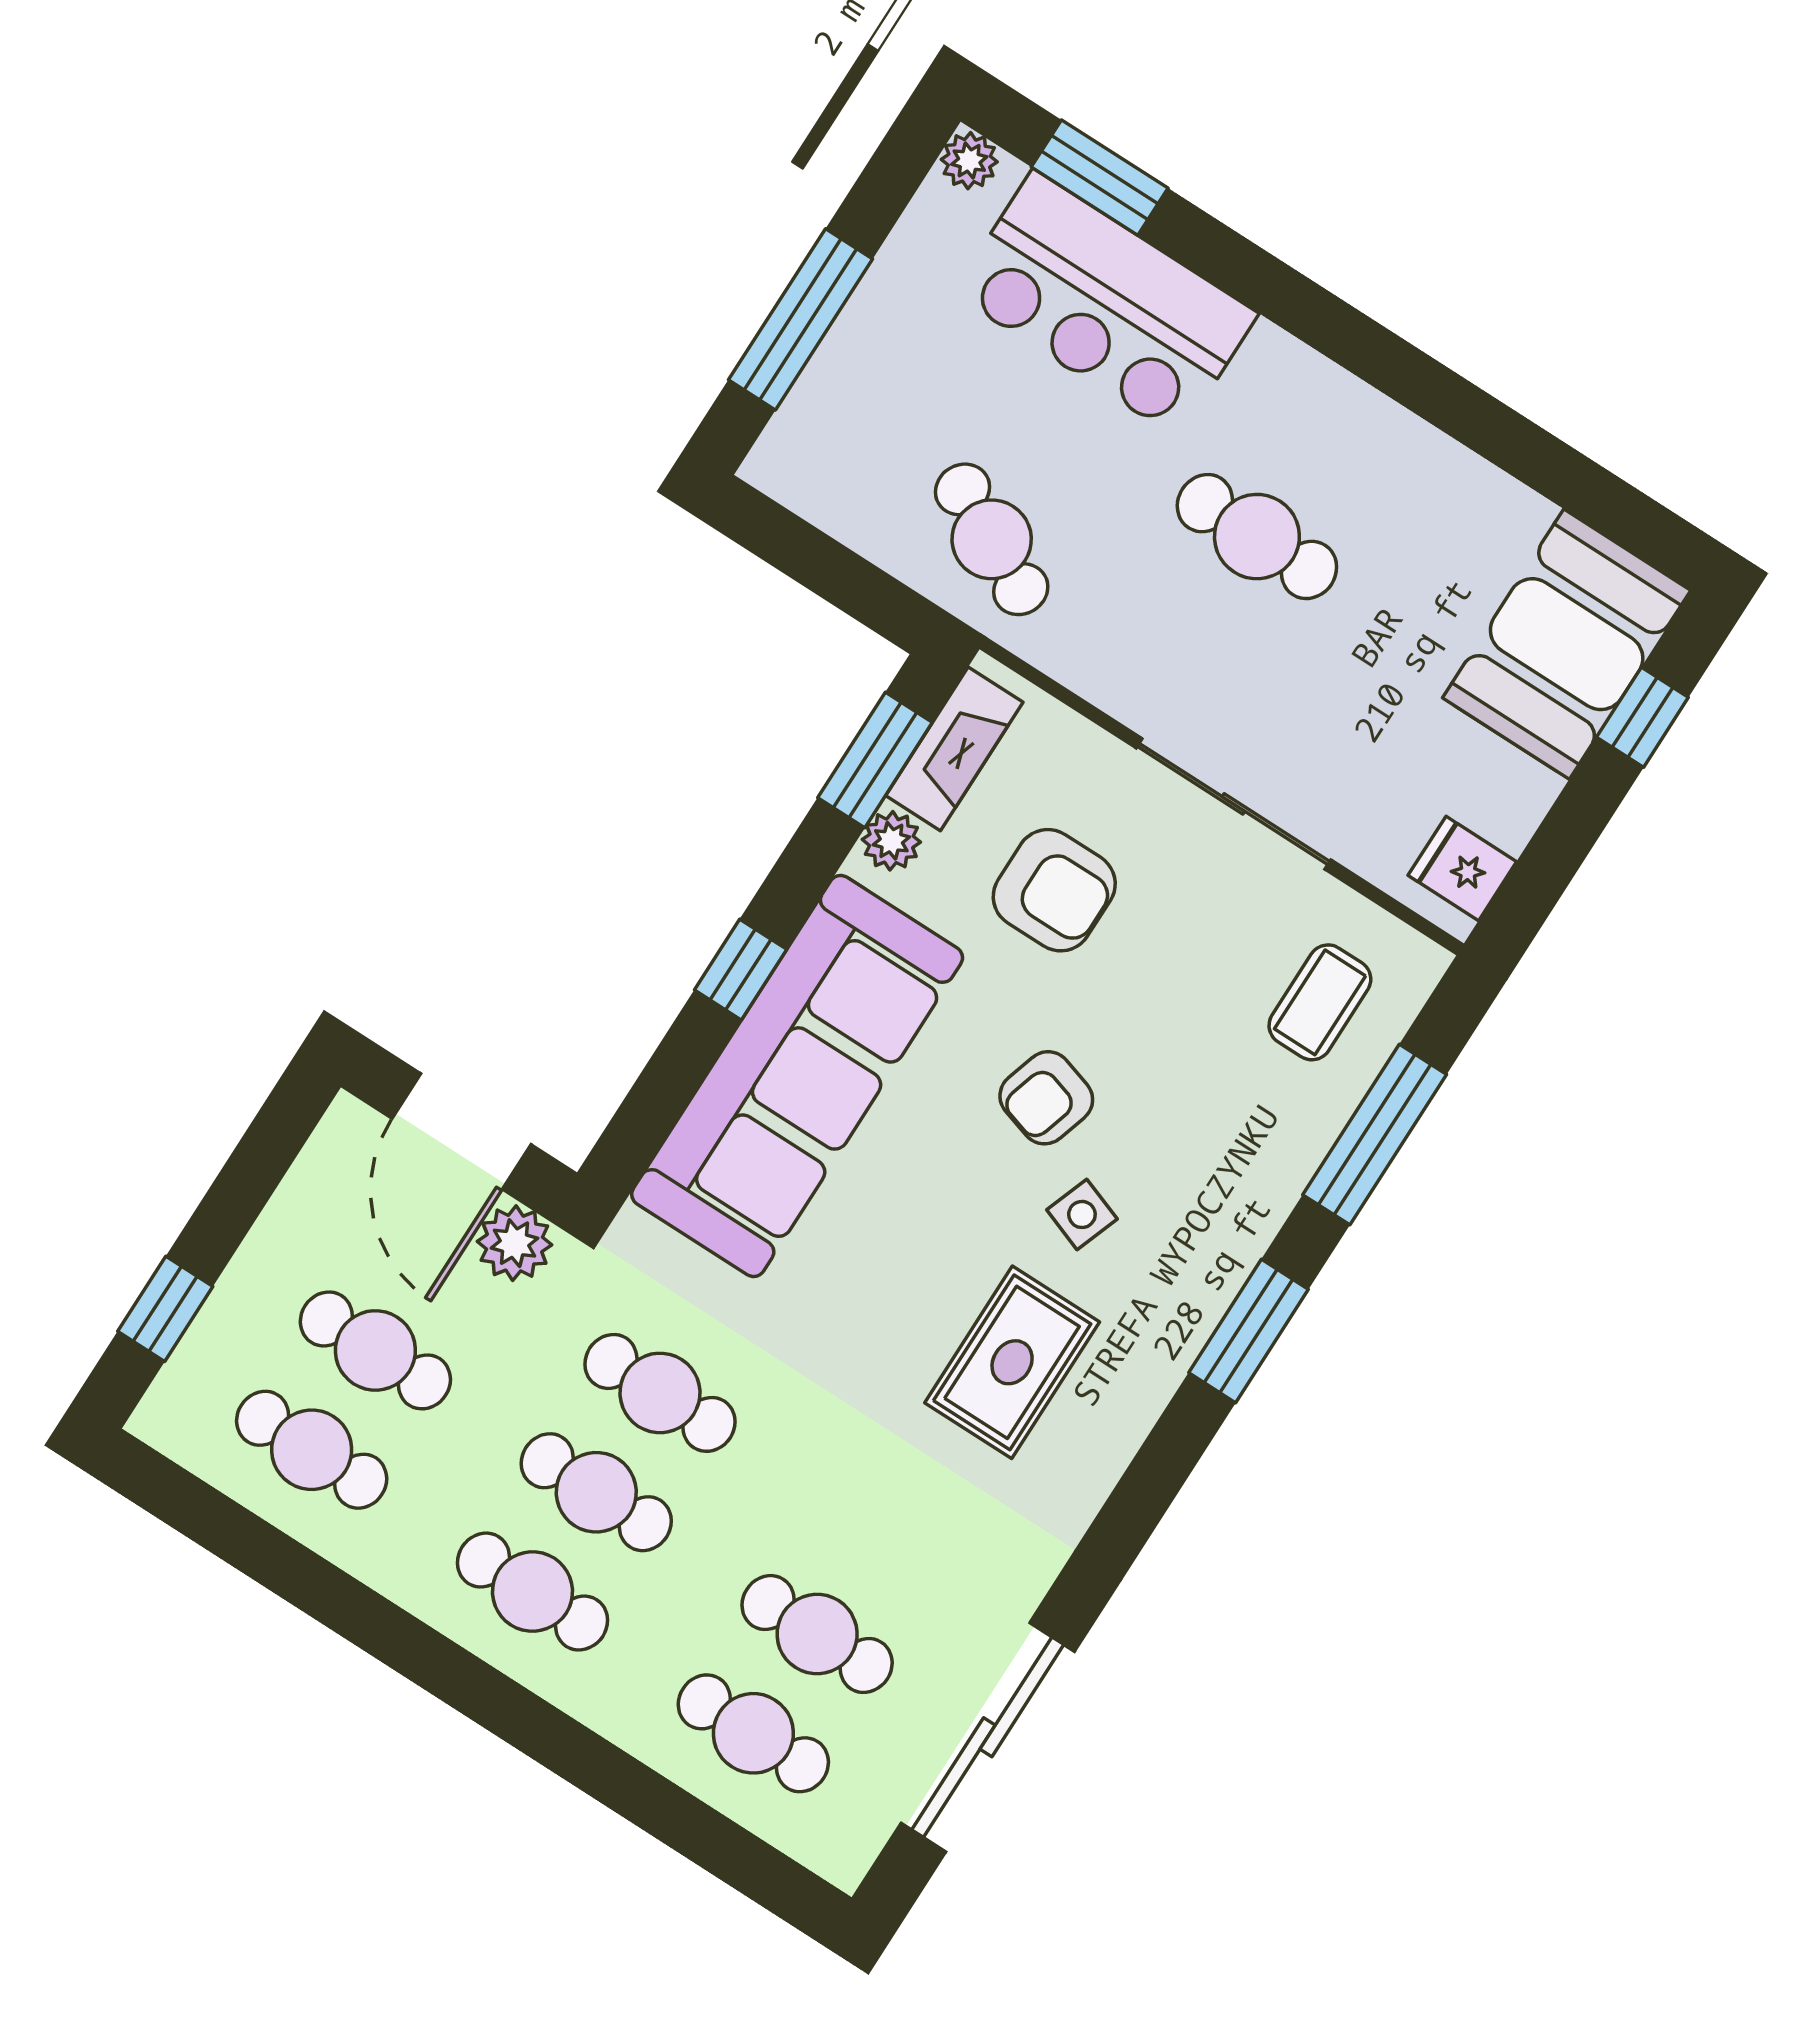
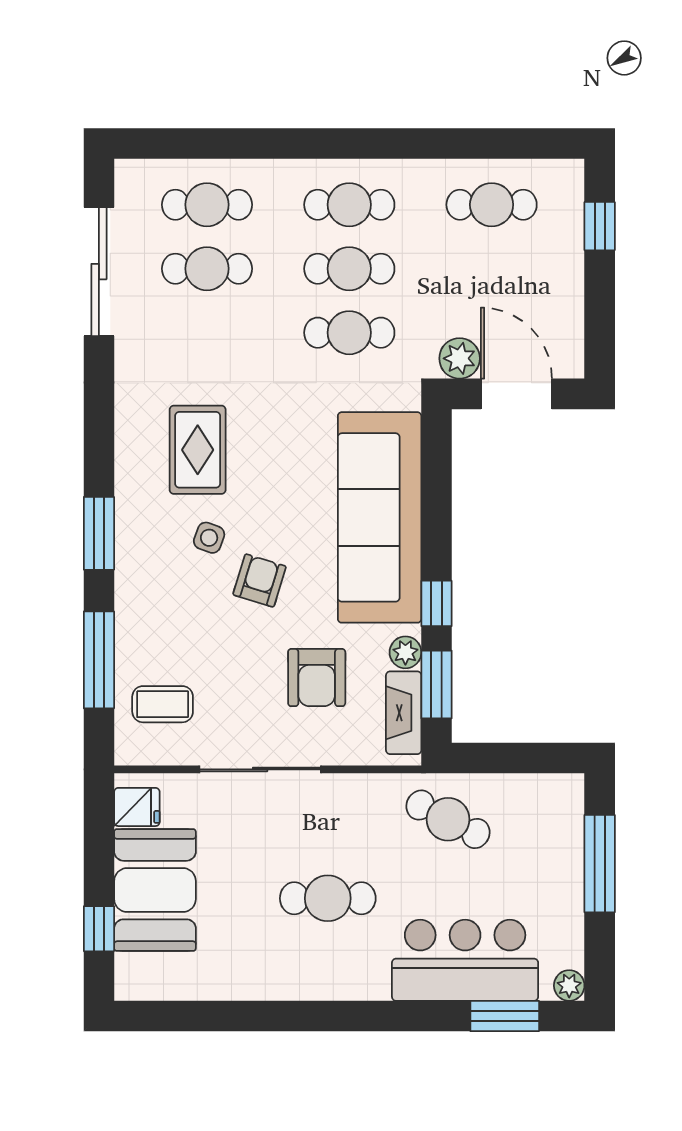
booth: (1567, 644) -> (155, 890), moved
armchair: (1054, 890) -> (317, 678), turned -90
window: (741, 970) -> (437, 603), moved
coffee table: (1320, 1002) -> (163, 704), turned 90
cafe table: (375, 1350) -> (492, 269), removed

